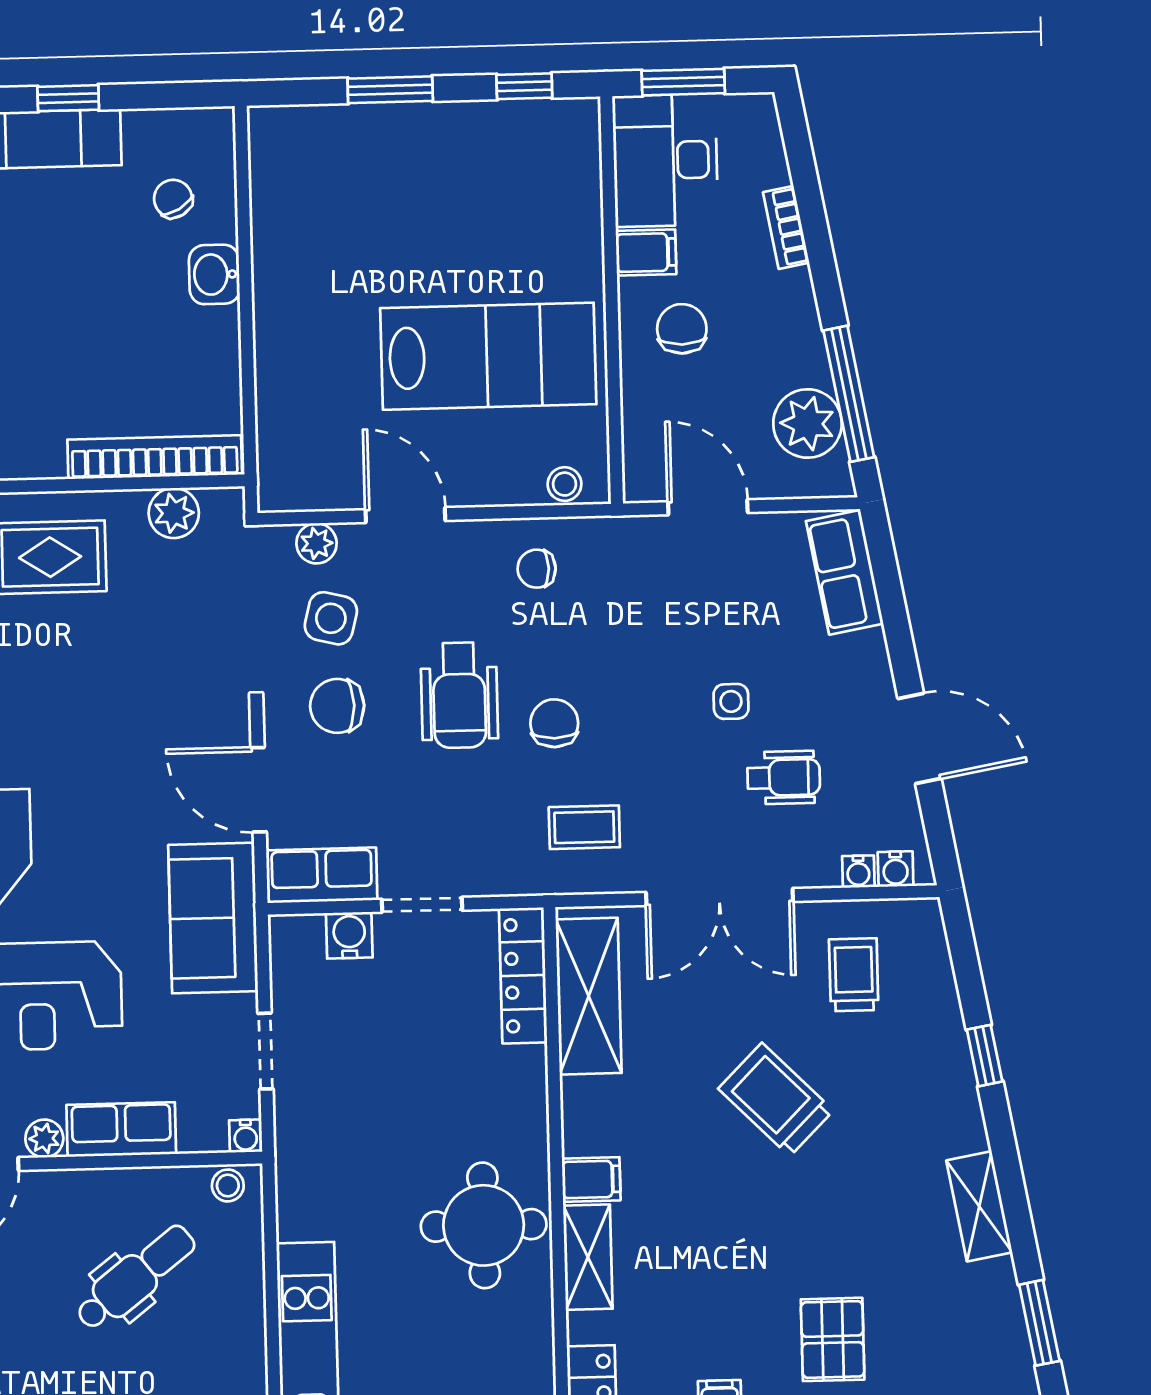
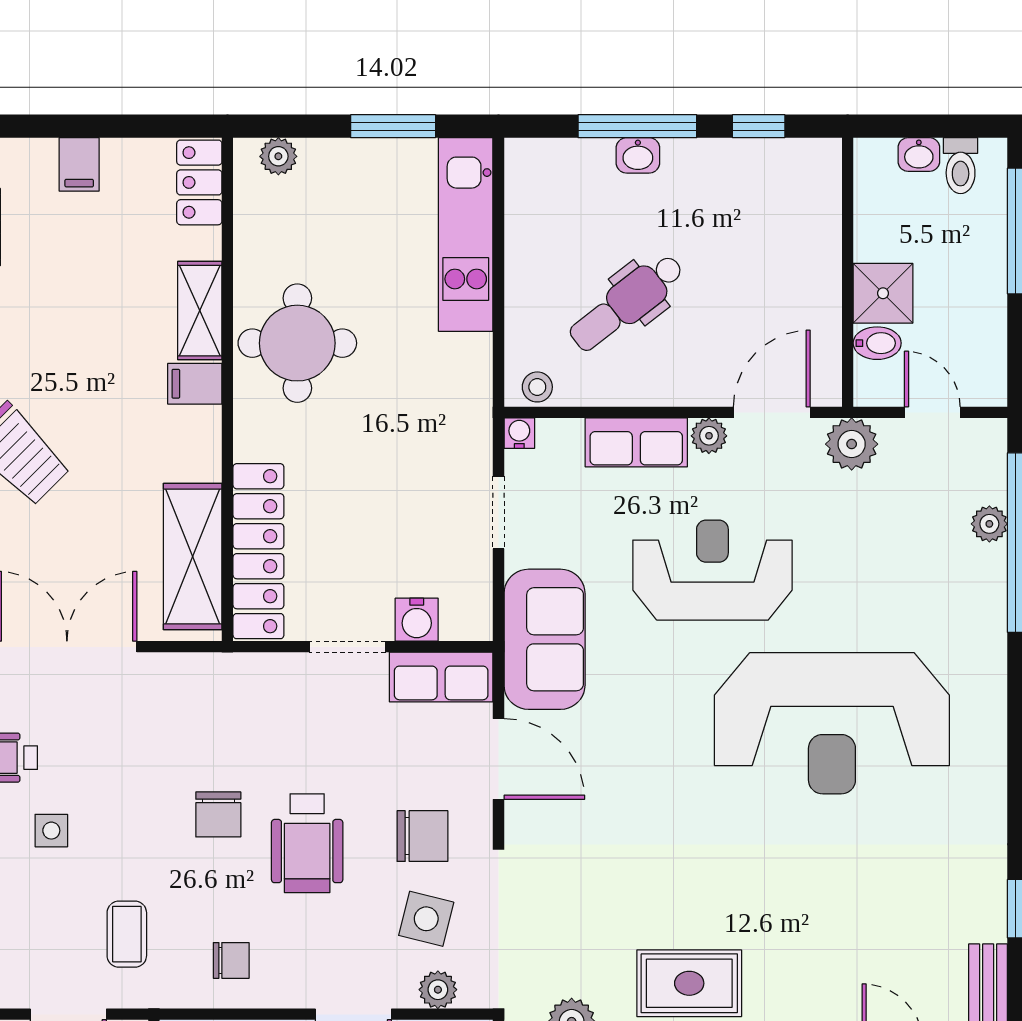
wheelchair: (459, 695) -> (307, 843), turned 180
coffee table: (584, 827) -> (127, 934), moved, turned 90
locker: (523, 976) -> (258, 551), width x1.41, depth x1.21

